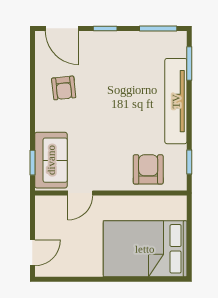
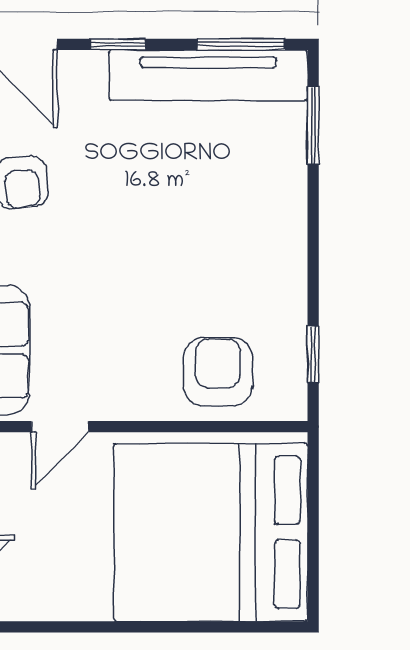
tv unit: (176, 101) -> (208, 75), moved, turned -90
bed: (145, 249) -> (211, 532), width x1.36

